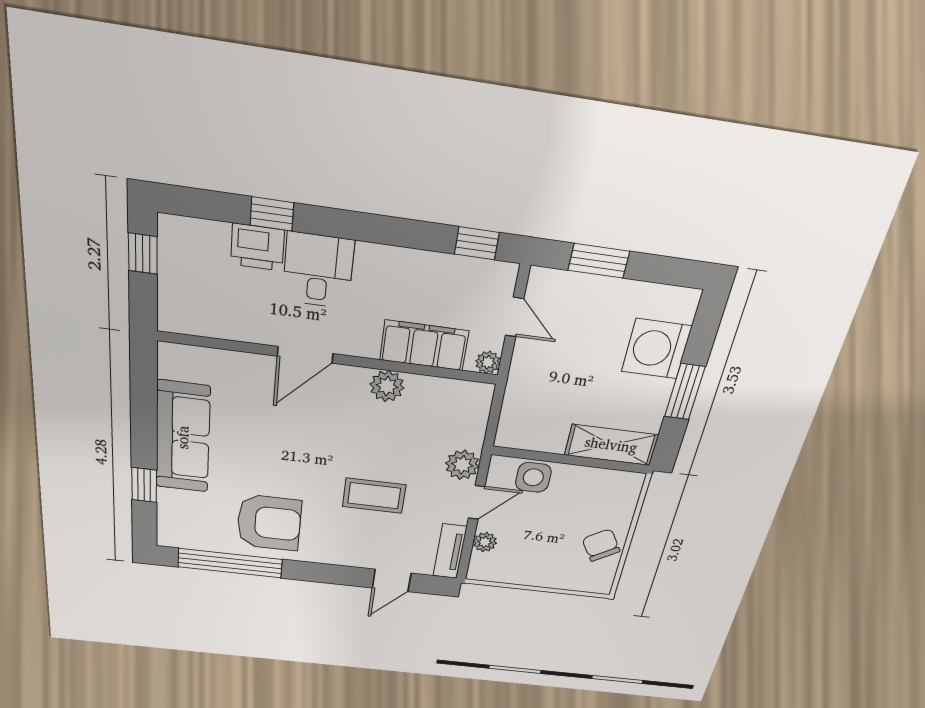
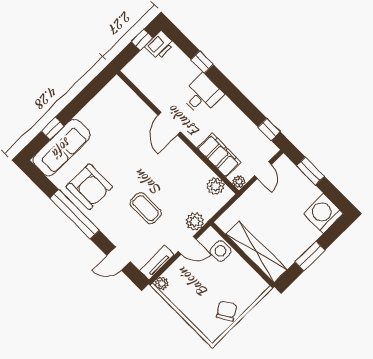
printer: (258, 247) -> (160, 45), moved, turned -90
washing machine: (656, 349) -> (323, 214), moved
door: (305, 355) -> (169, 124), hinge flipped
plant: (387, 386) -> (216, 186), moved
sofa: (183, 437) -> (62, 148), moved
shelving: (611, 445) -> (256, 252), width x1.47
plant: (485, 542) -> (162, 283), moved
window: (230, 563) -> (75, 214), moved

